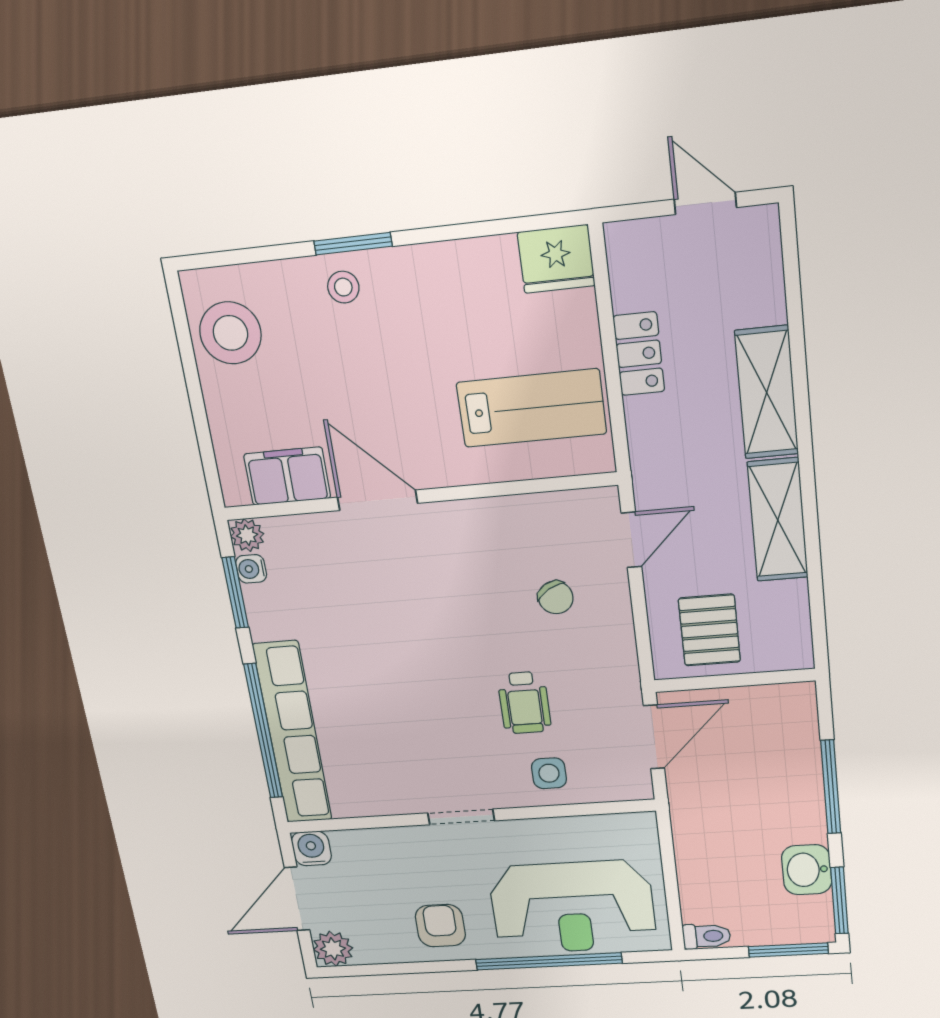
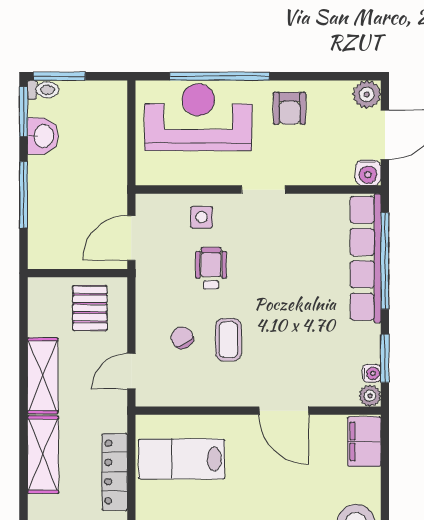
locker: (639, 354) -> (115, 472), width x1.53
filing cabinet: (287, 476) -> (364, 442), moved, turned 90
coffee table: (482, 600) -> (228, 340), added
toilet: (707, 936) -> (43, 90), moved, turned 180

